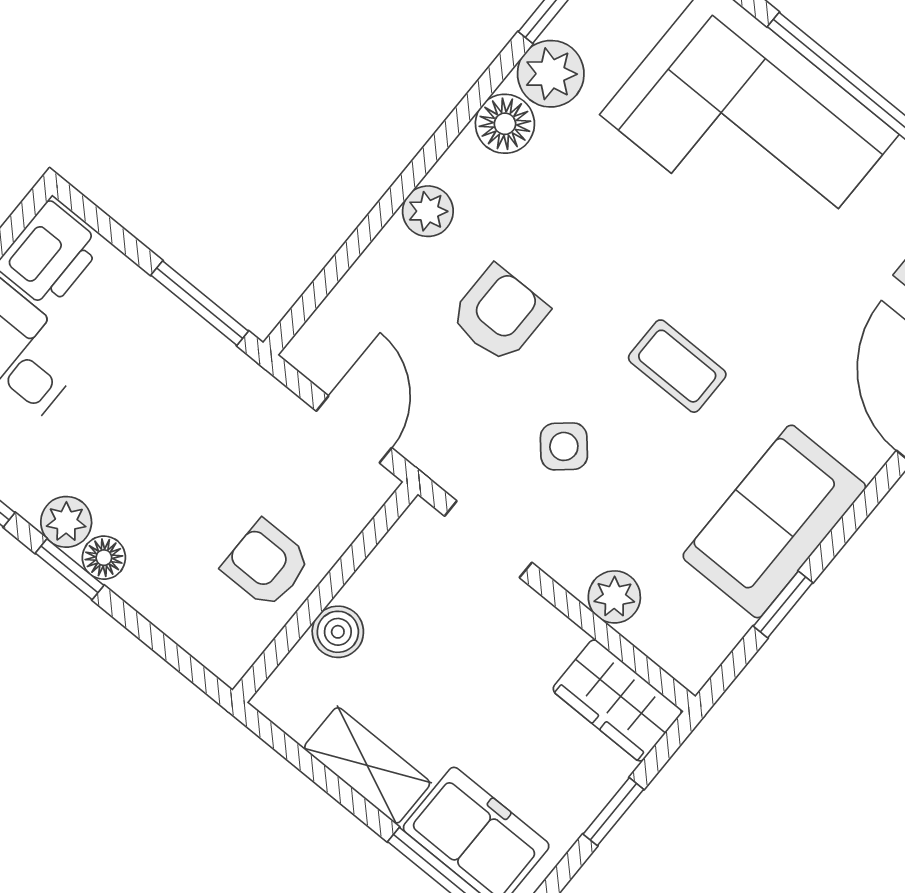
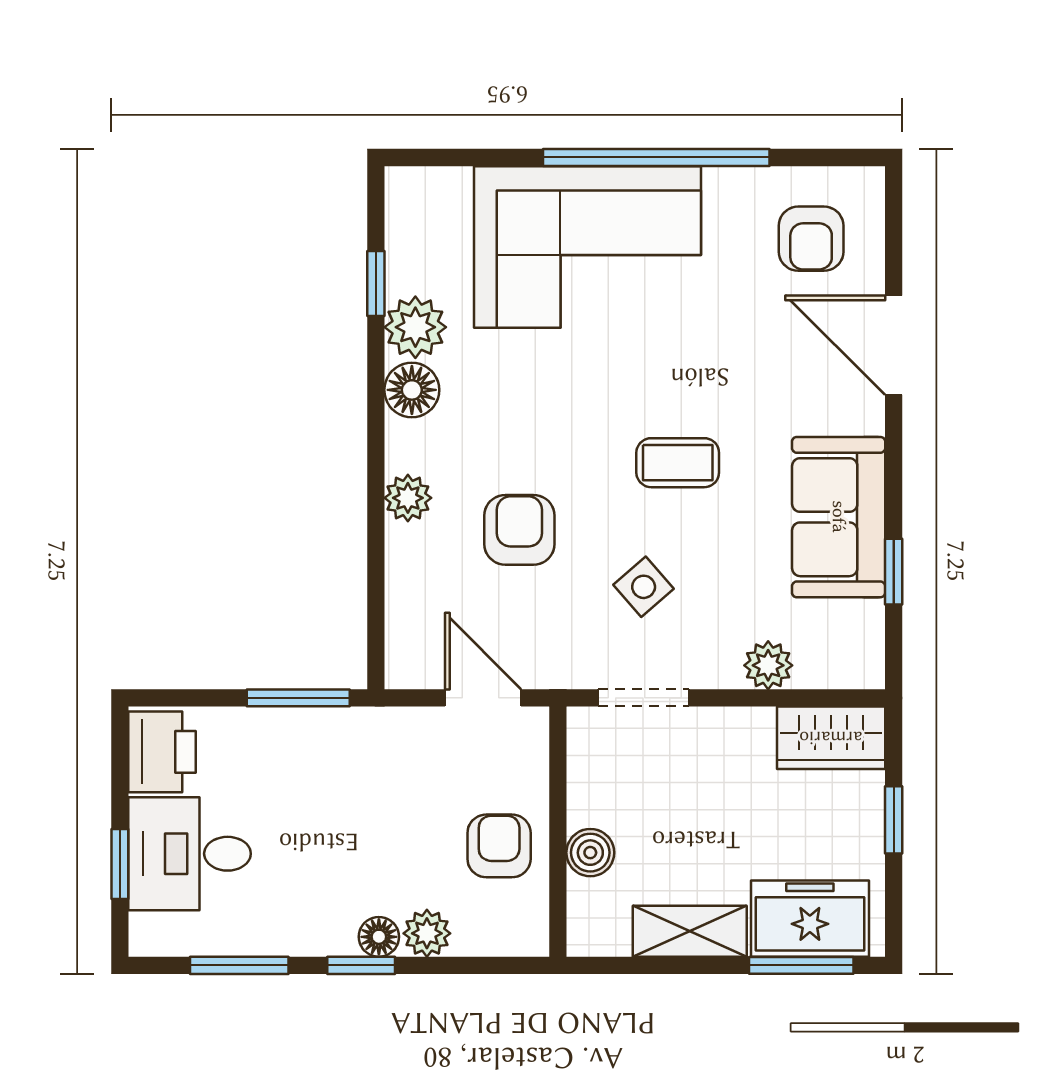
plant: (66, 522) -> (427, 933), moved
armchair: (266, 564) -> (499, 846), turned 90

